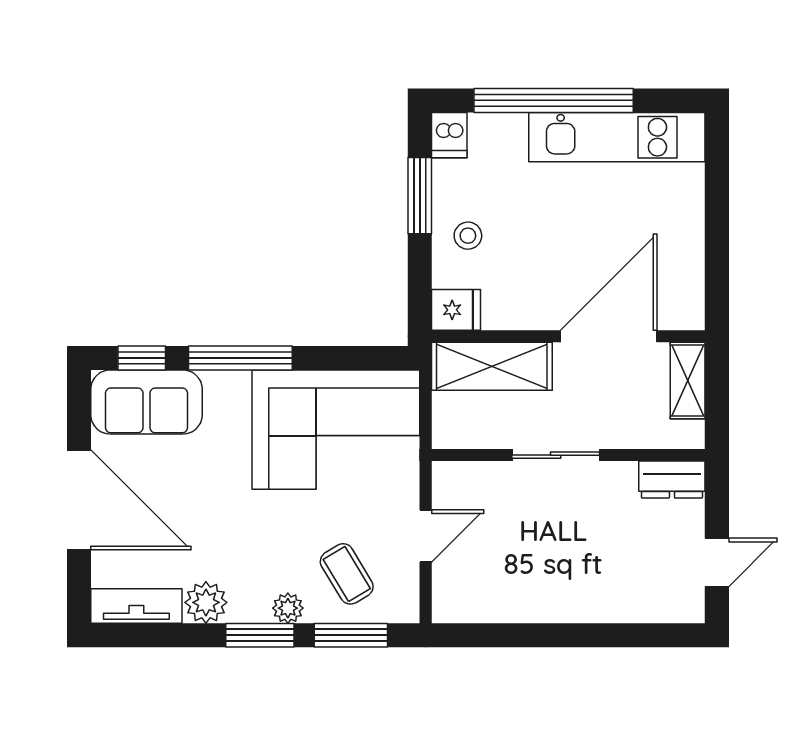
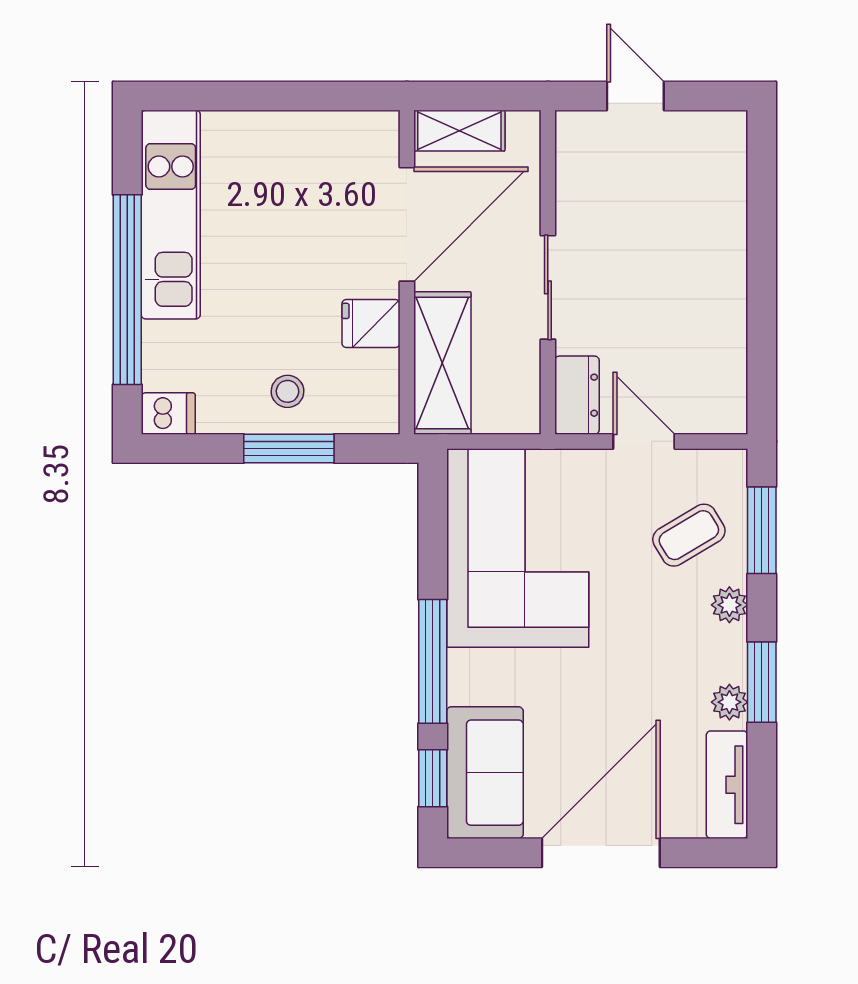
window: (420, 196) -> (289, 449), moved
fridge: (456, 310) -> (371, 323), moved, turned -90
door: (609, 336) -> (407, 224), swing flipped
dresser: (672, 480) -> (577, 395), moved
door: (717, 562) -> (635, 96), moved
plant: (206, 602) -> (729, 702), width x0.73, depth x0.73
window: (260, 635) -> (762, 682), moved

